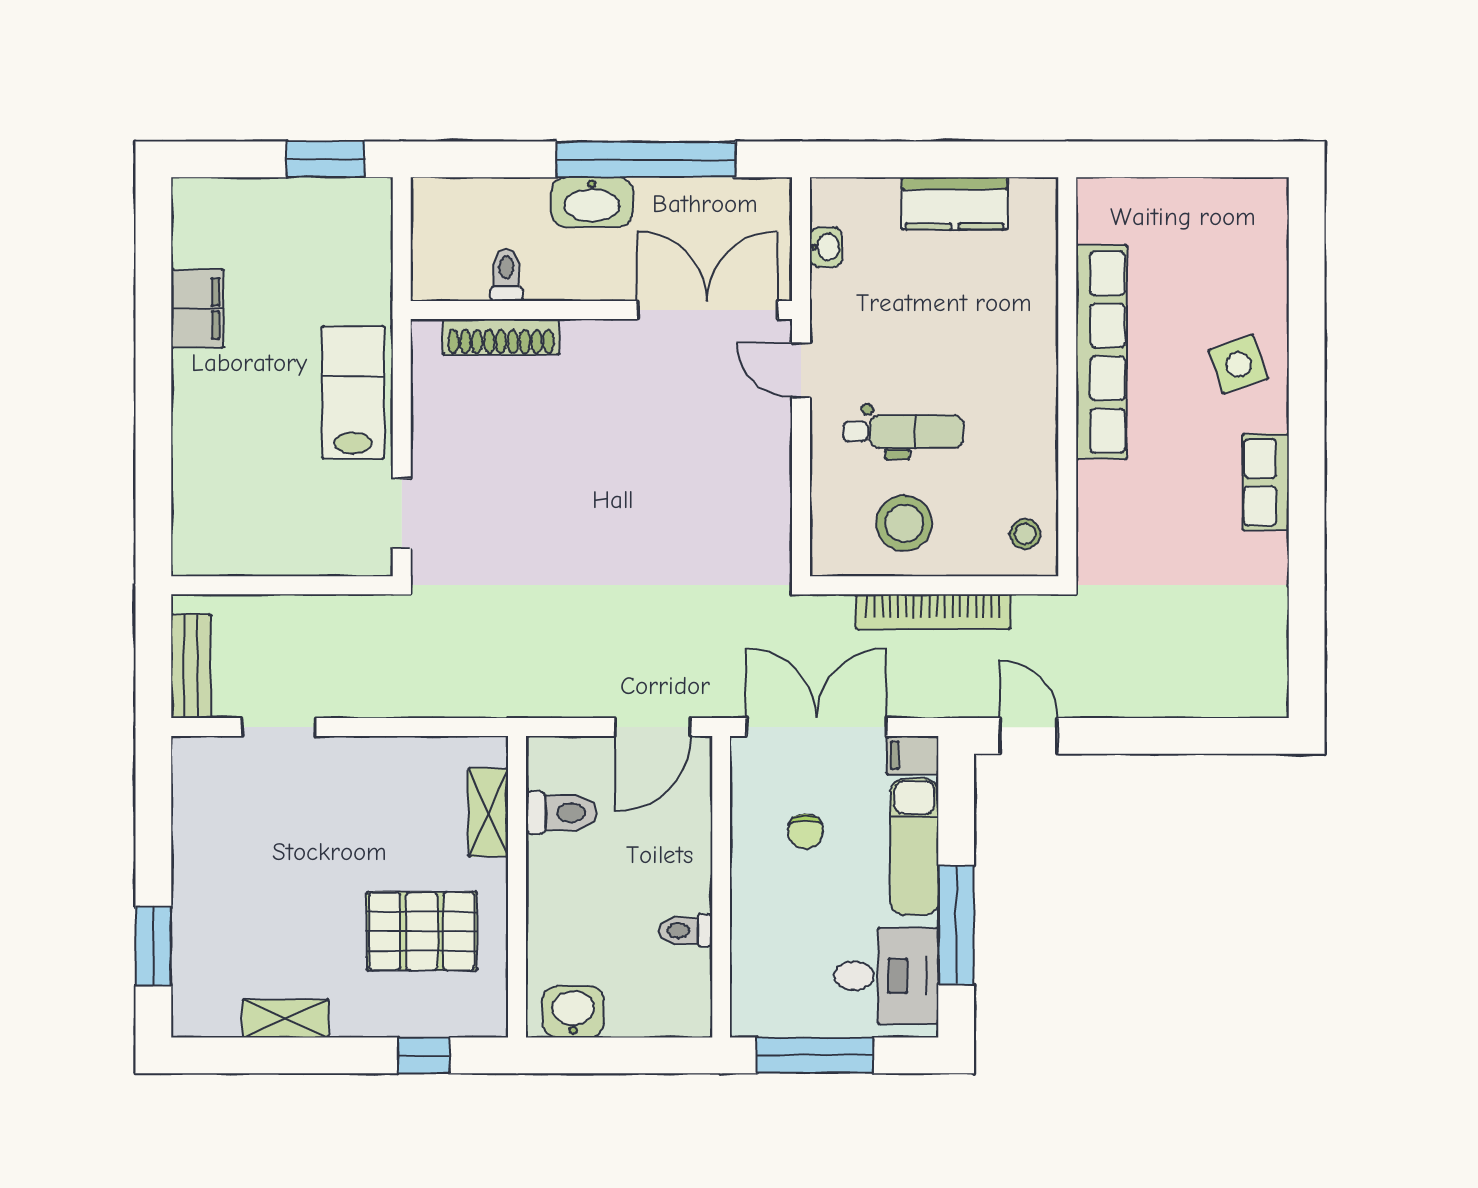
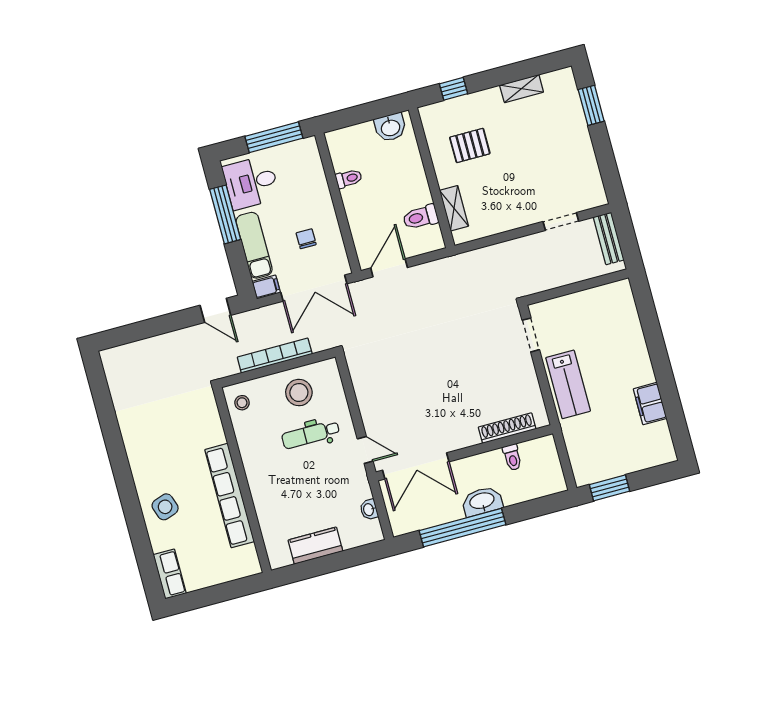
row of seats: (1266, 482) -> (170, 574), moved
pallet: (422, 931) -> (470, 145), width x0.67, depth x0.71

